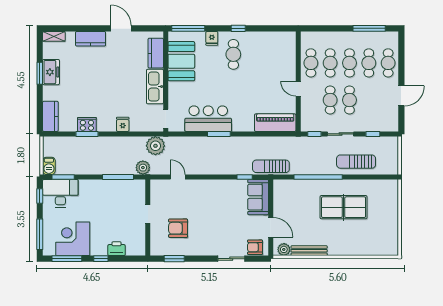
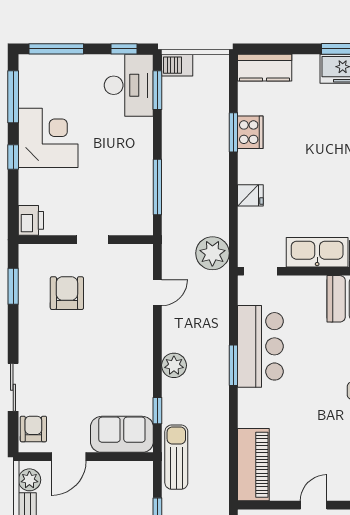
plant: (143, 168) -> (174, 365), moved
corner desk: (73, 239) -> (48, 138), moved
printer: (117, 249) -> (31, 220), moved

